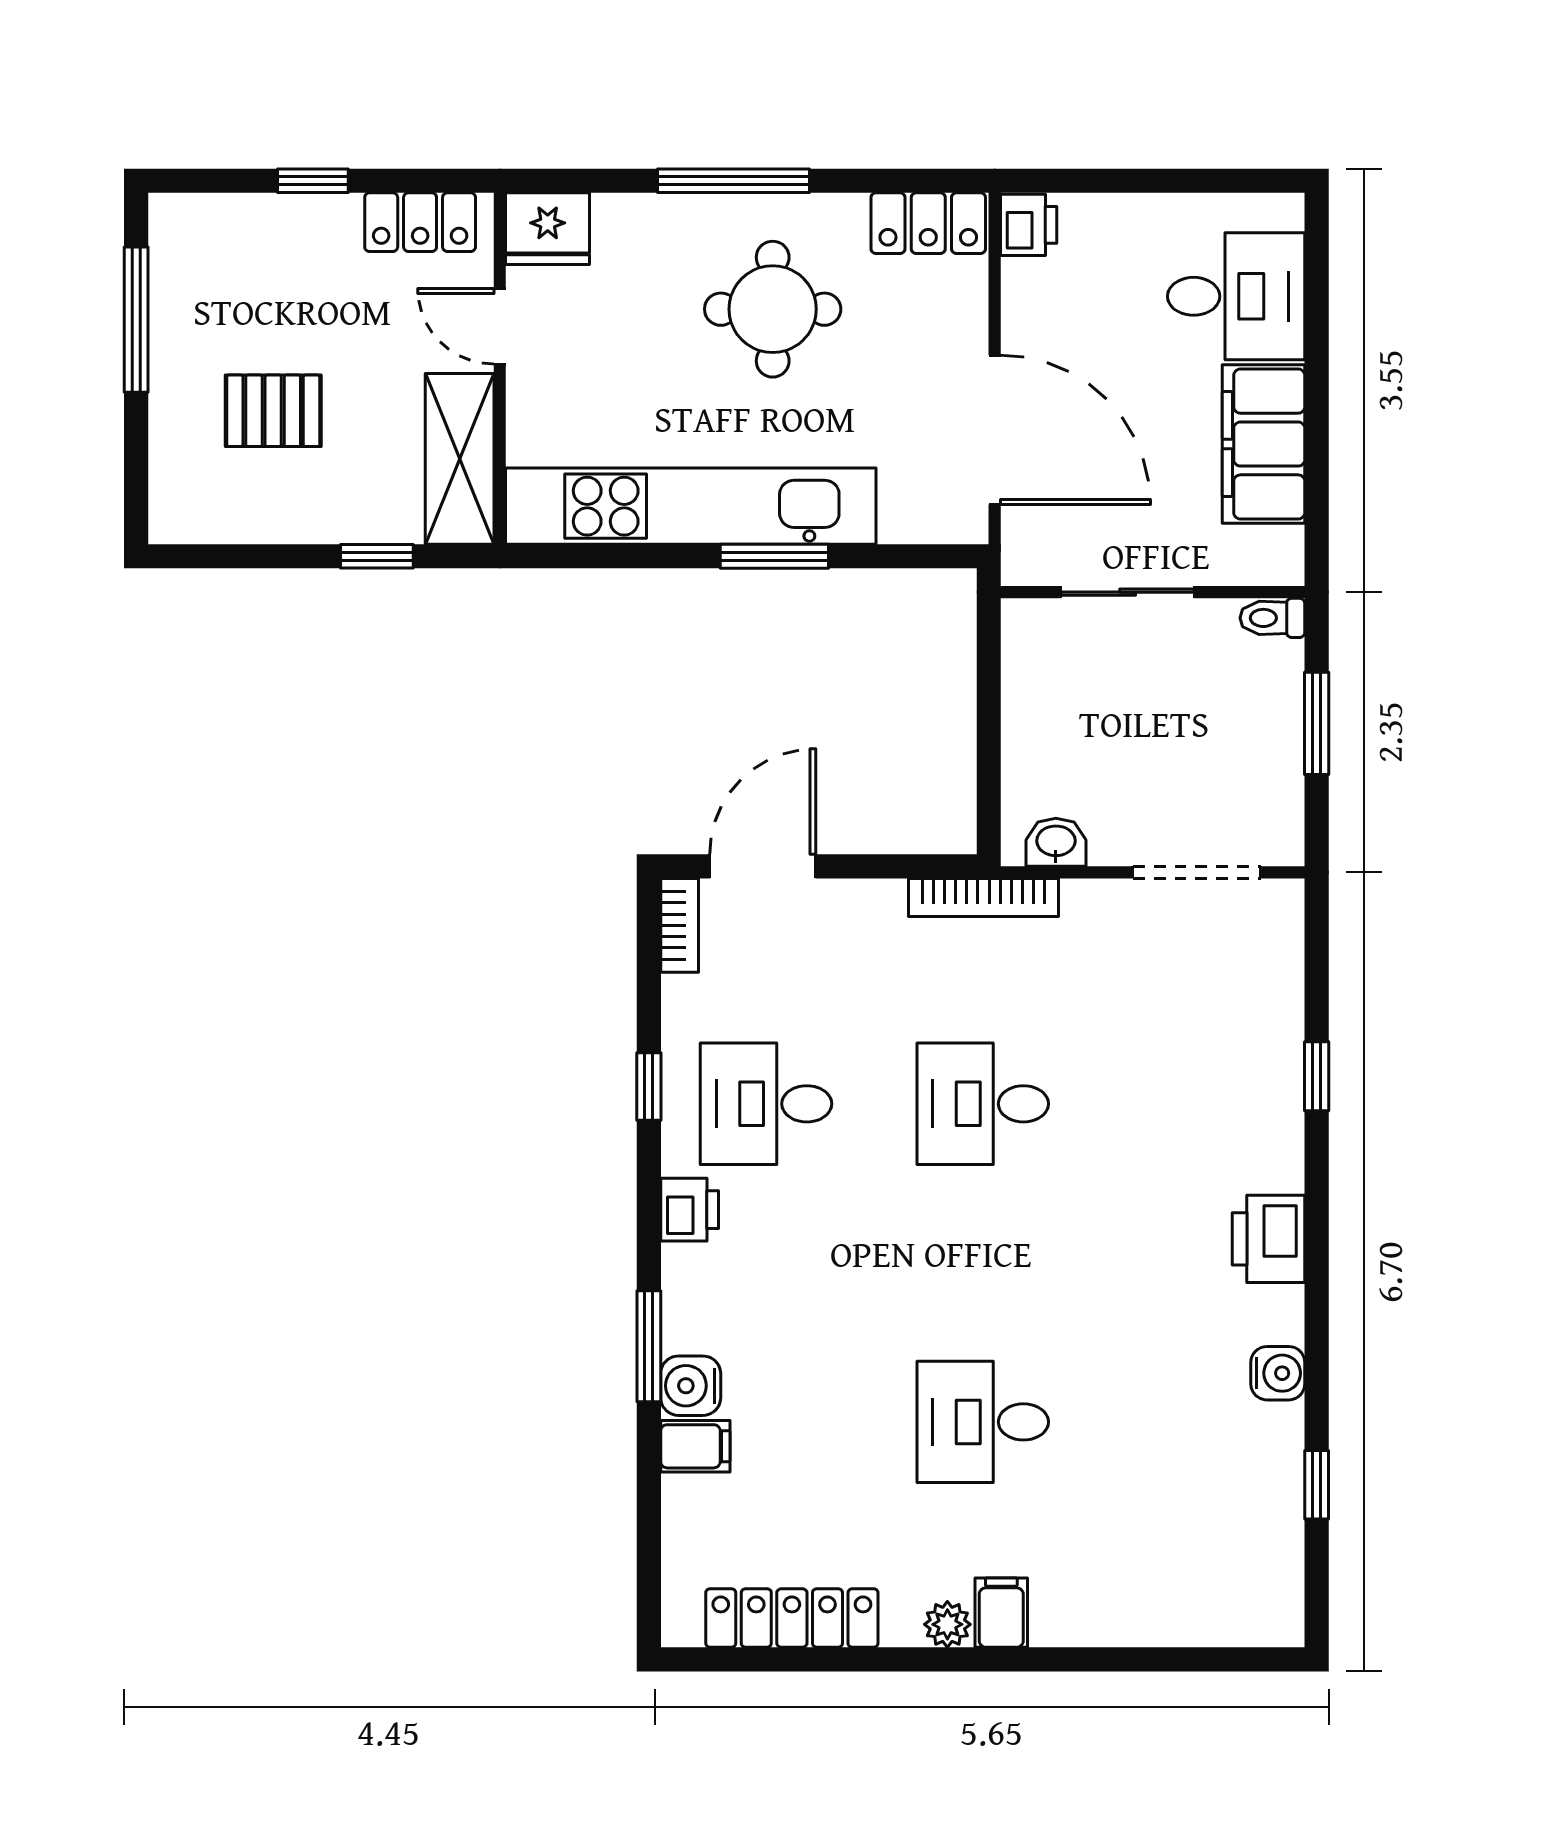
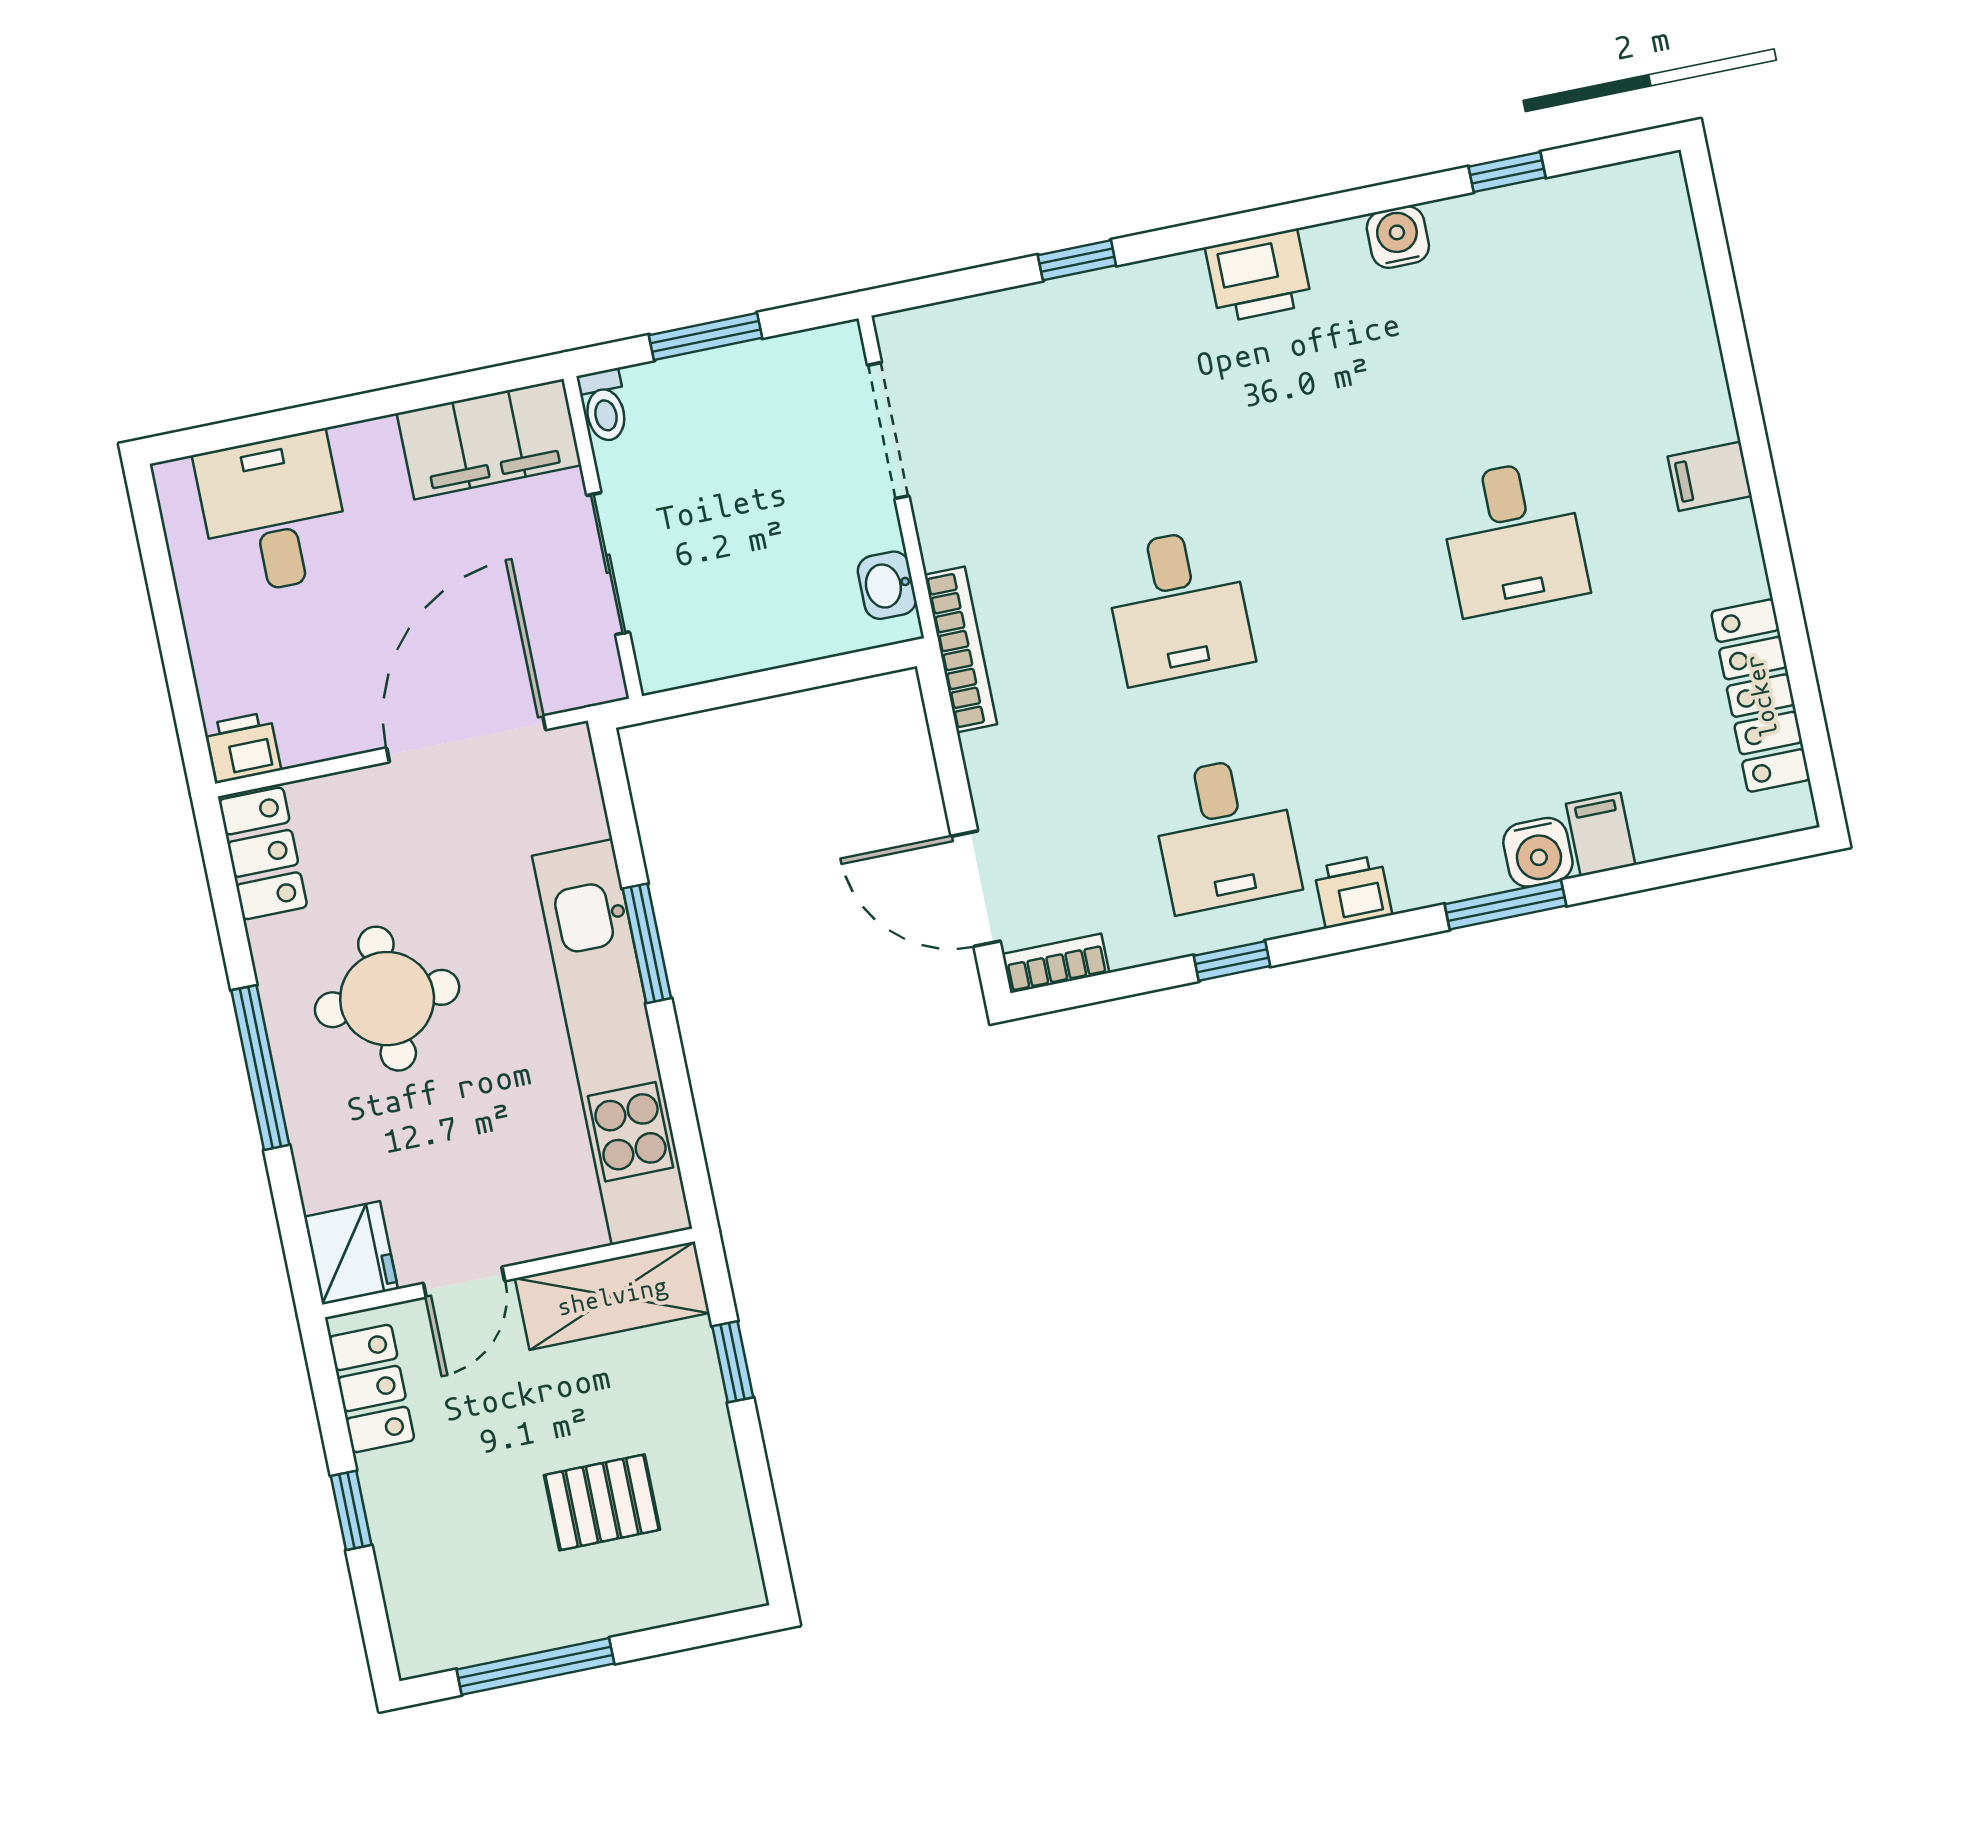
pallet: (273, 411) -> (602, 1502), turned 90
filing cabinet: (1264, 444) -> (489, 439), moved
plant: (947, 1624) -> (1734, 530), removed

